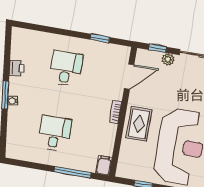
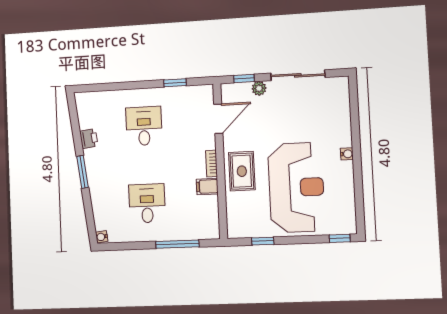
water cooler: (13, 101) -> (102, 237), moved
filing cabinet: (104, 166) -> (207, 187), moved, turned -90

